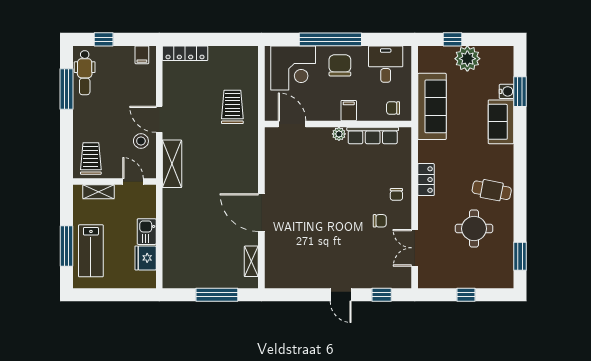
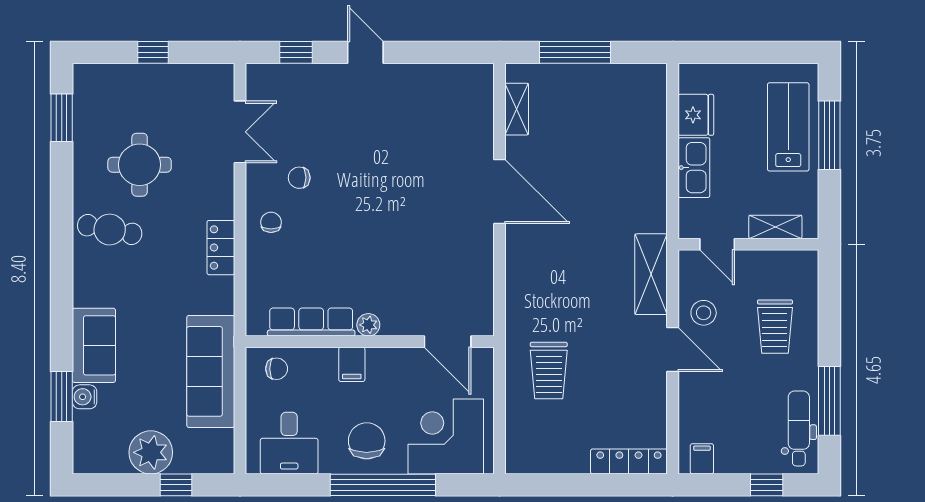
chair: (340, 65) -> (367, 441), turned 180
trolley: (91, 159) -> (775, 327), moved
kitchen sink: (147, 232) -> (694, 168), width x1.38

